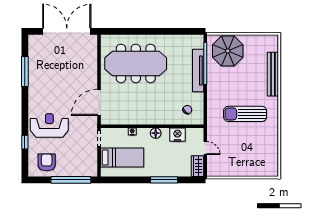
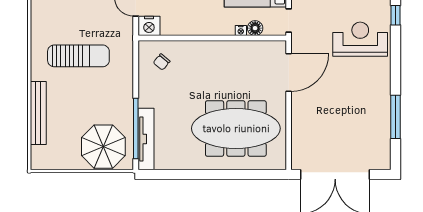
tv unit: (198, 70) -> (146, 139), moved
reception desk: (49, 126) -> (360, 39), turned 180
floor lamp: (156, 133) -> (255, 28), moved
nightstand: (177, 135) -> (149, 26), moved

